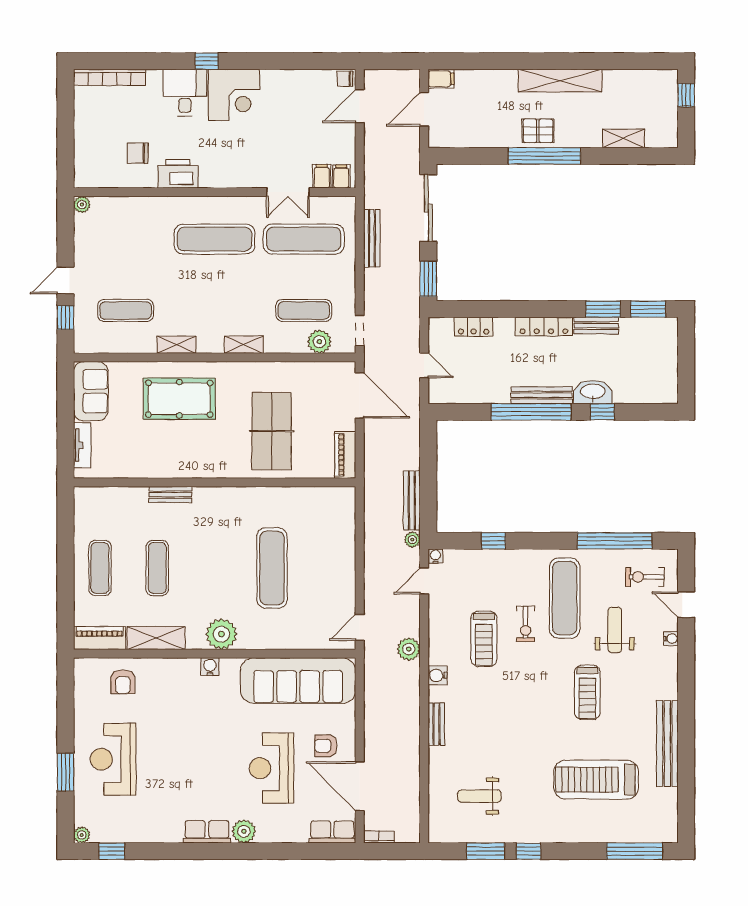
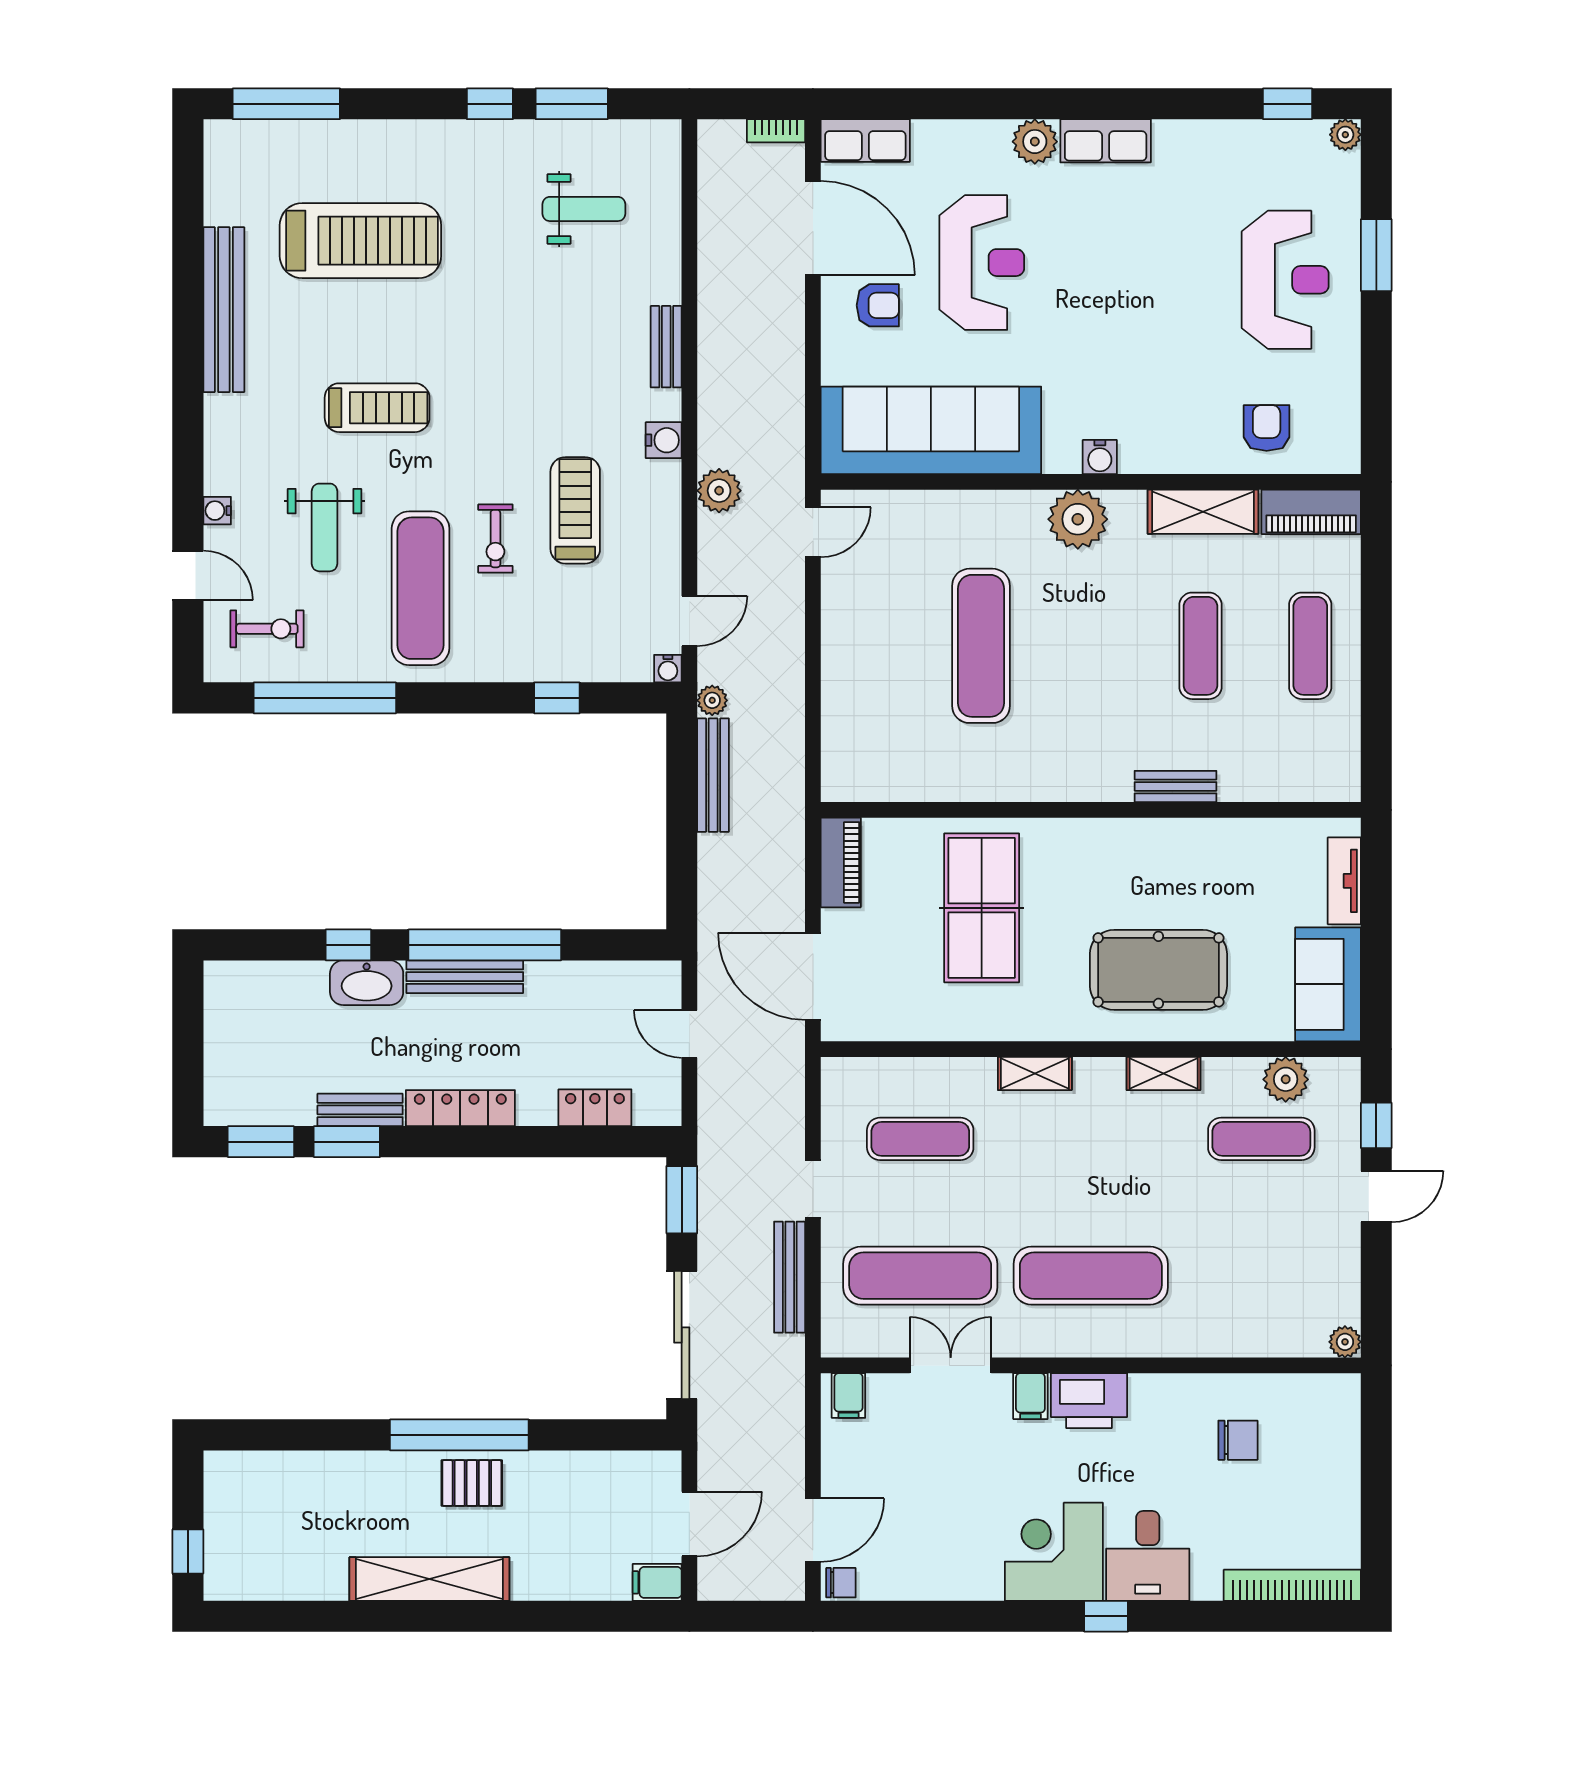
shelving: (624, 138) -> (308, 1468), removed
printer: (178, 174) -> (1089, 1401), moved
filing cabinet: (322, 176) -> (1030, 1396), moved
doorway: (360, 331) -> (813, 1189), moved
plant: (319, 342) -> (1286, 1079), moved
exercise bike: (526, 624) -> (495, 539), turned 180
treadmill: (587, 692) -> (377, 408), turned 90

